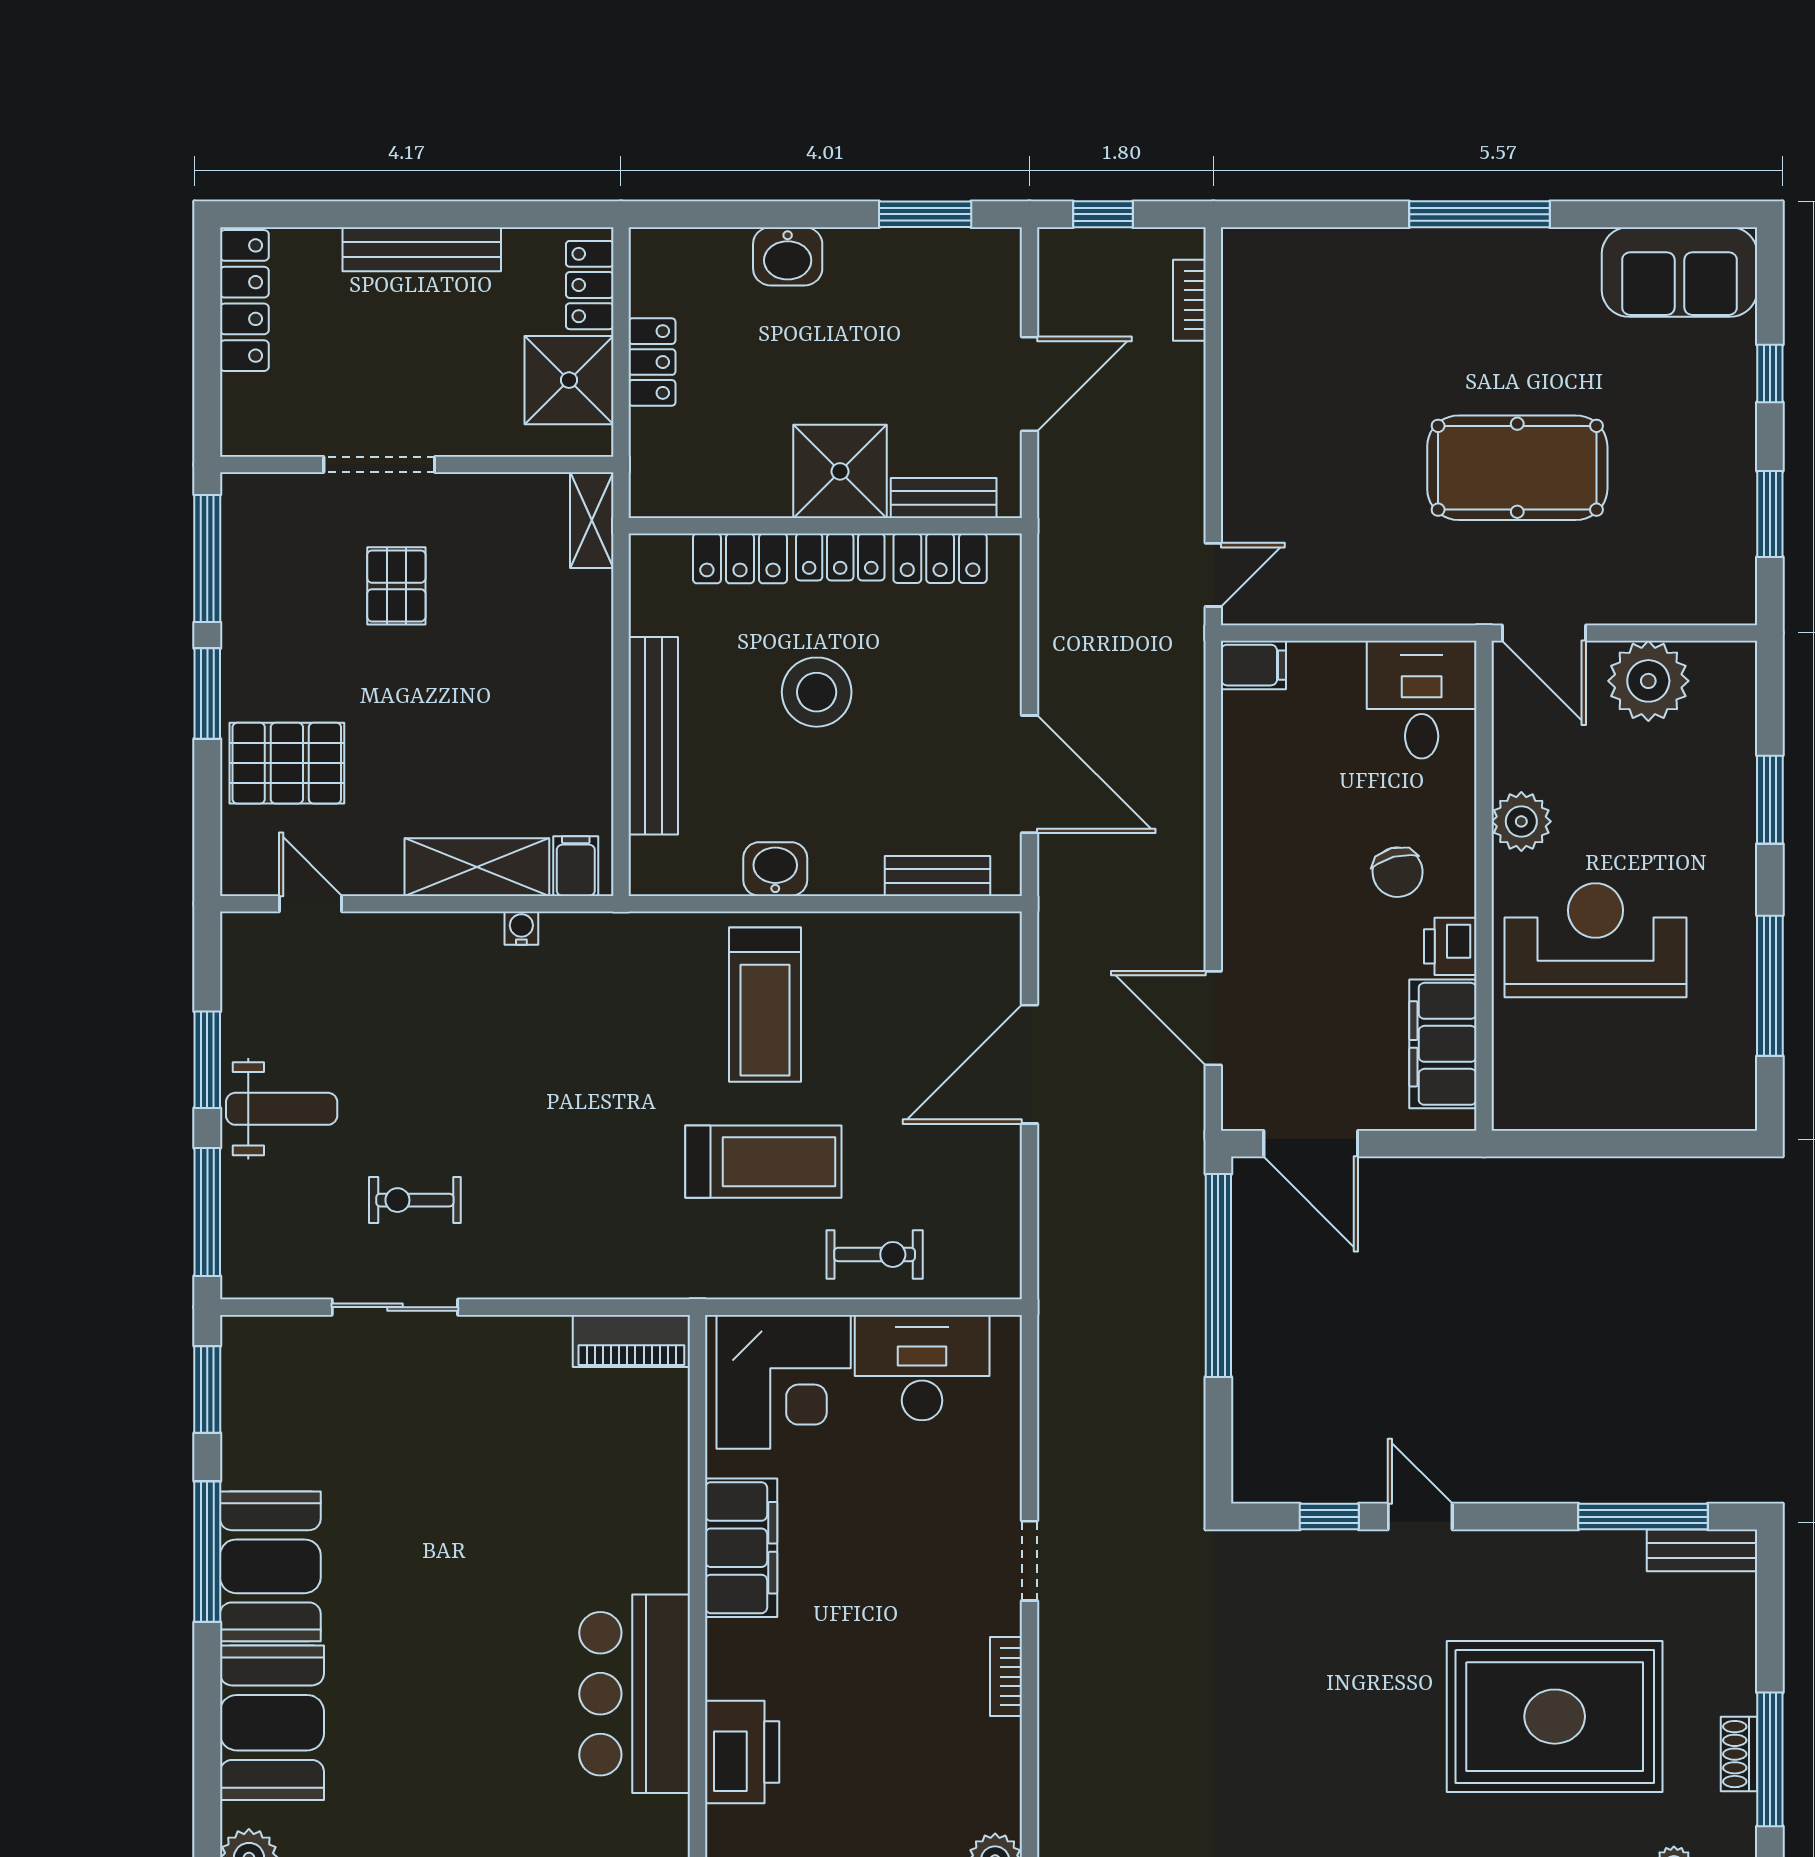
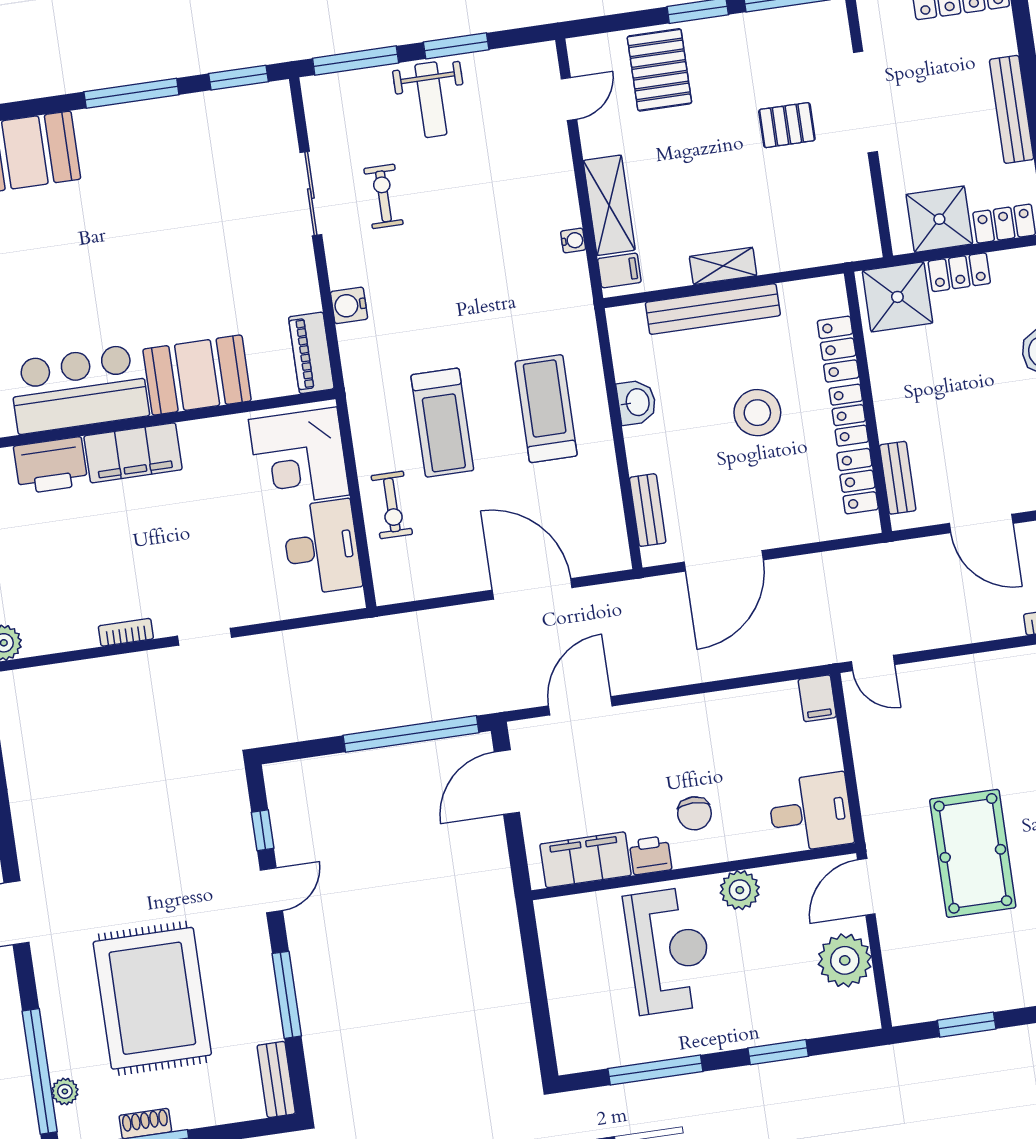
doorway: (379, 464) -> (865, 102), width x1.36
shower: (840, 471) -> (897, 297), moved
shelving: (592, 520) -> (723, 266), moved
chair: (1398, 872) -> (694, 813), turned -75
treadmill: (765, 1005) -> (546, 409), turned 90
water cooler: (569, 1275) -> (349, 305), added
window: (1643, 1517) -> (287, 995), moved
filing cabinet: (741, 1548) -> (133, 453), moved
booth: (270, 1566) -> (197, 375), moved

